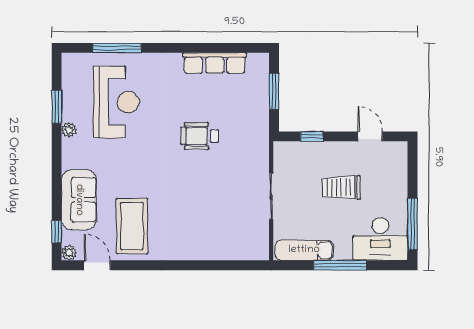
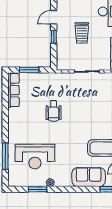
row of seats: (215, 63) -> (13, 90), moved
reception desk: (116, 102) -> (35, 157), turned 180
window: (312, 136) -> (54, 37), moved

